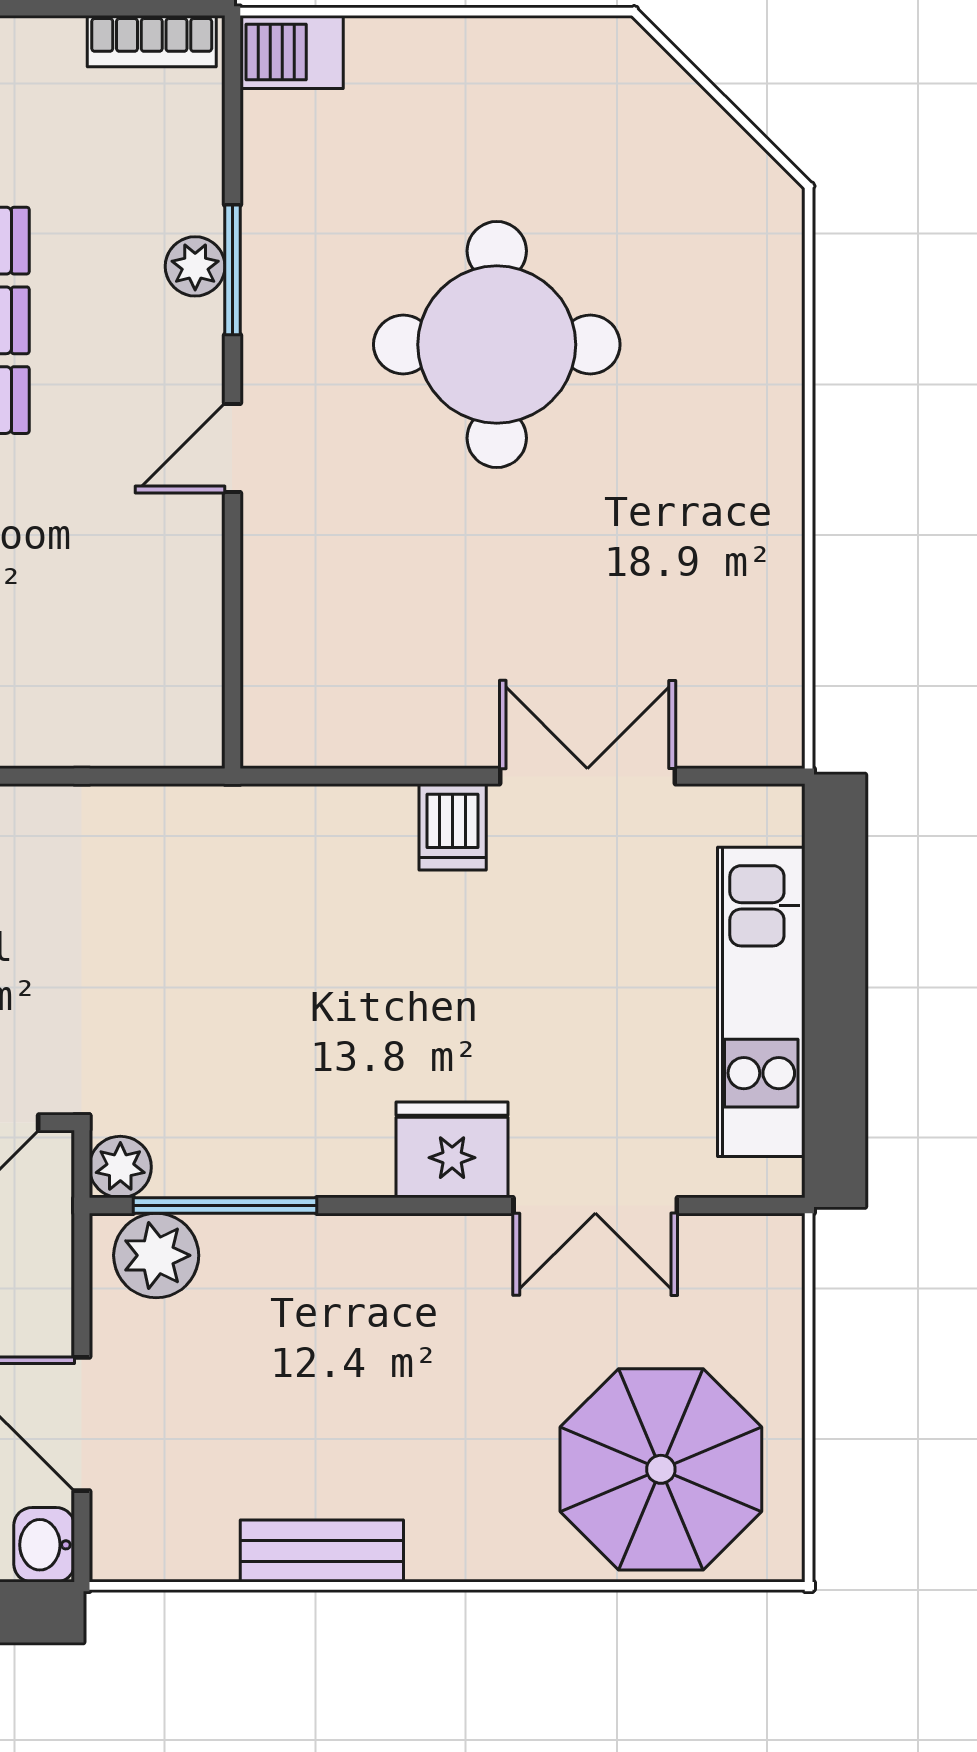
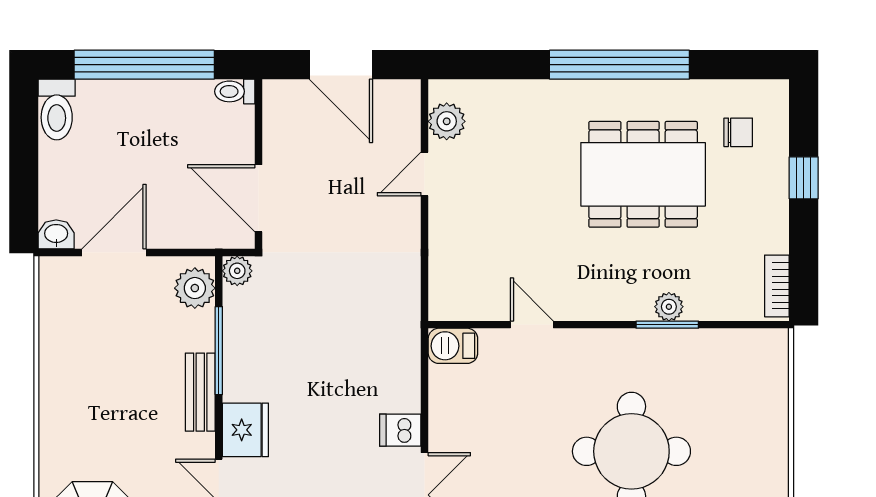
barbecue: (292, 52) -> (453, 346), moved, turned -90
door: (232, 448) -> (532, 325), moved
window: (225, 1205) -> (219, 351), moved
bench: (322, 1551) -> (200, 392), moved

